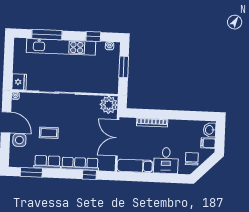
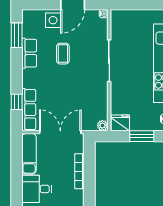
fridge: (19, 82) -> (120, 123), moved, turned 180
plant: (109, 105) -> (102, 125), width x0.53, depth x0.53
row of seats: (80, 164) -> (29, 110), moved

